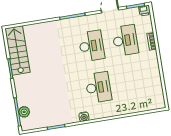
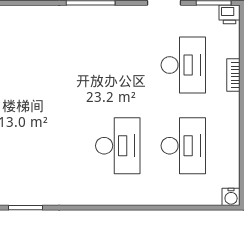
desk: (92, 46) -> (183, 146), moved
water cooler: (84, 117) -> (231, 197), moved

